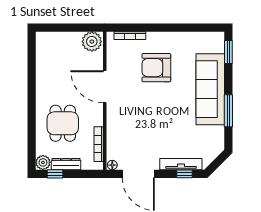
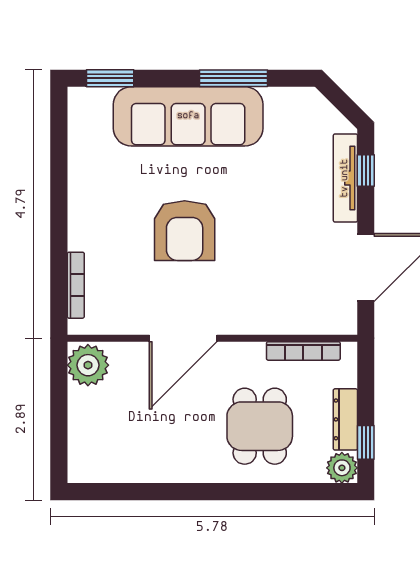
armchair: (156, 68) -> (185, 231), moved
dining table: (63, 123) -> (260, 426), turned 90
floor lamp: (112, 165) -> (347, 322), removed

